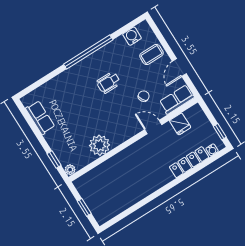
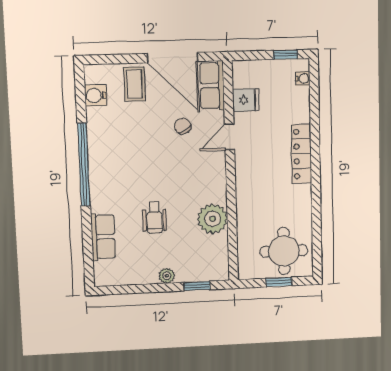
door: (179, 67) -> (172, 58), width x1.88
wheelchair: (108, 83) -> (155, 218), moved
row of seats: (40, 118) -> (103, 237), moved, turned 90
locker: (189, 162) -> (301, 154), moved
plant: (70, 170) -> (167, 276), moved
round table: (105, 199) -> (284, 251), added

